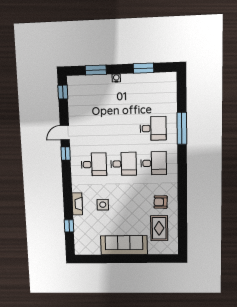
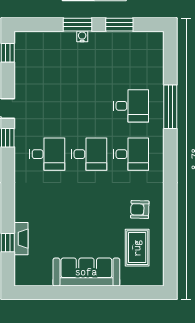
window: (96, 70) -> (77, 25), moved
fireplace: (77, 204) -> (21, 239), moved
side table: (103, 205) -> (58, 212), removed

